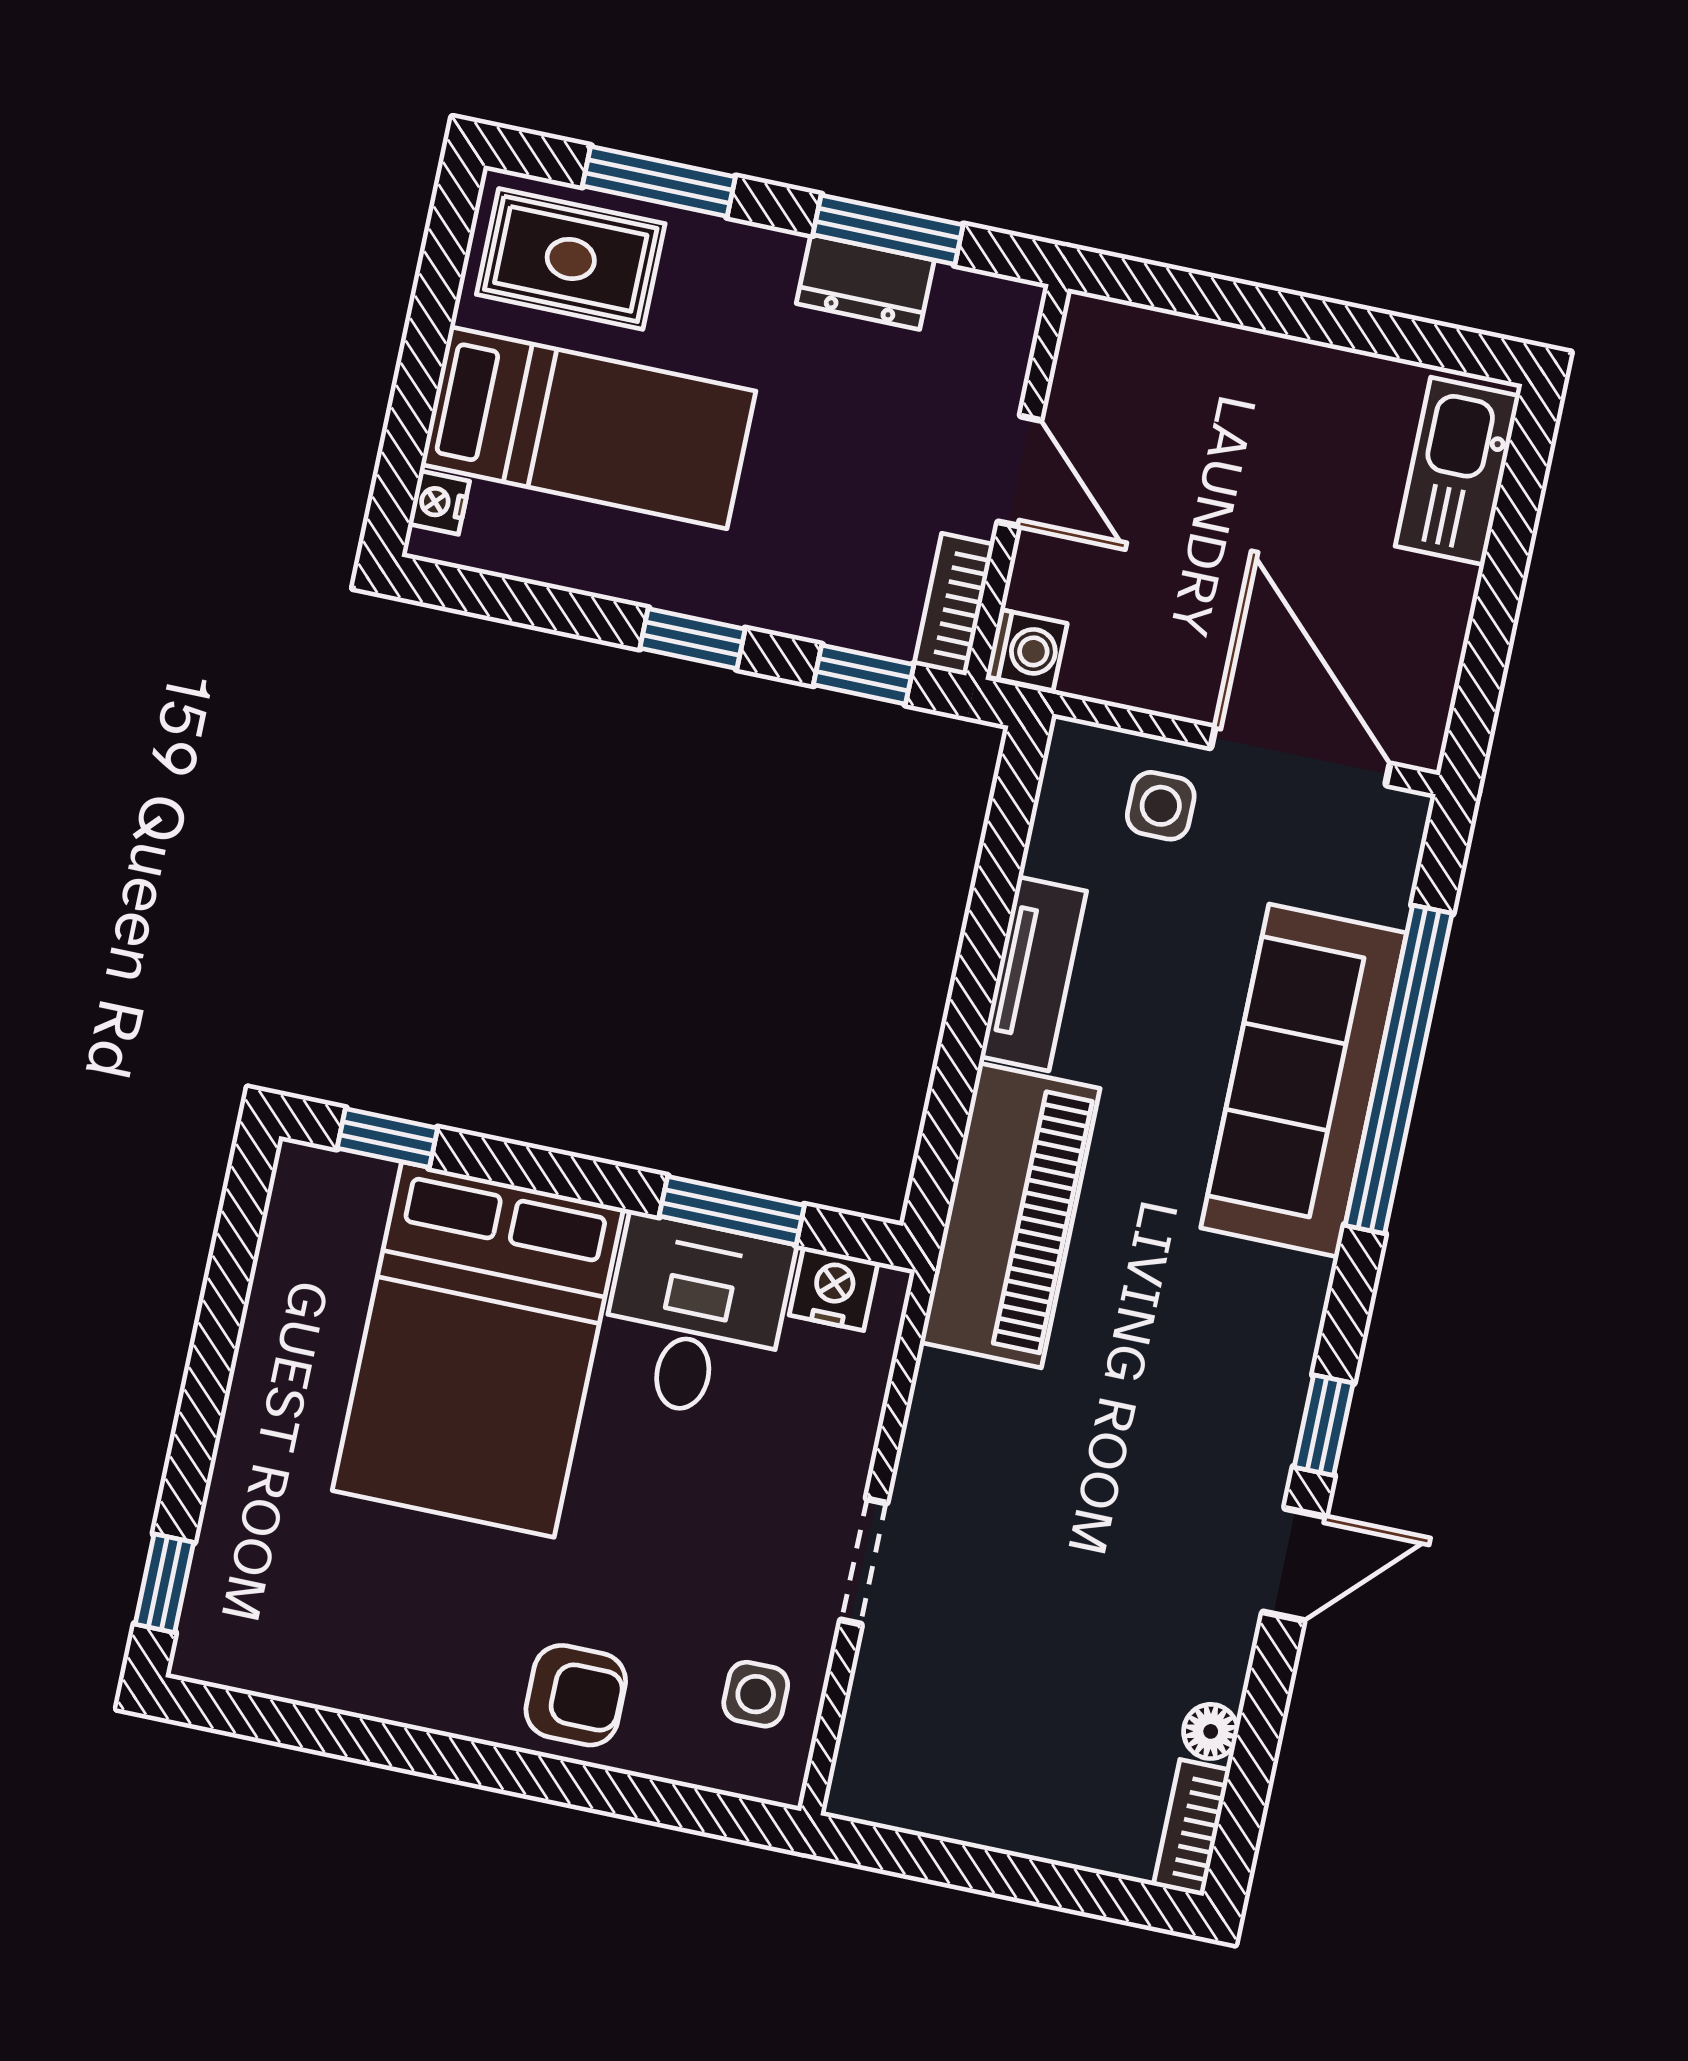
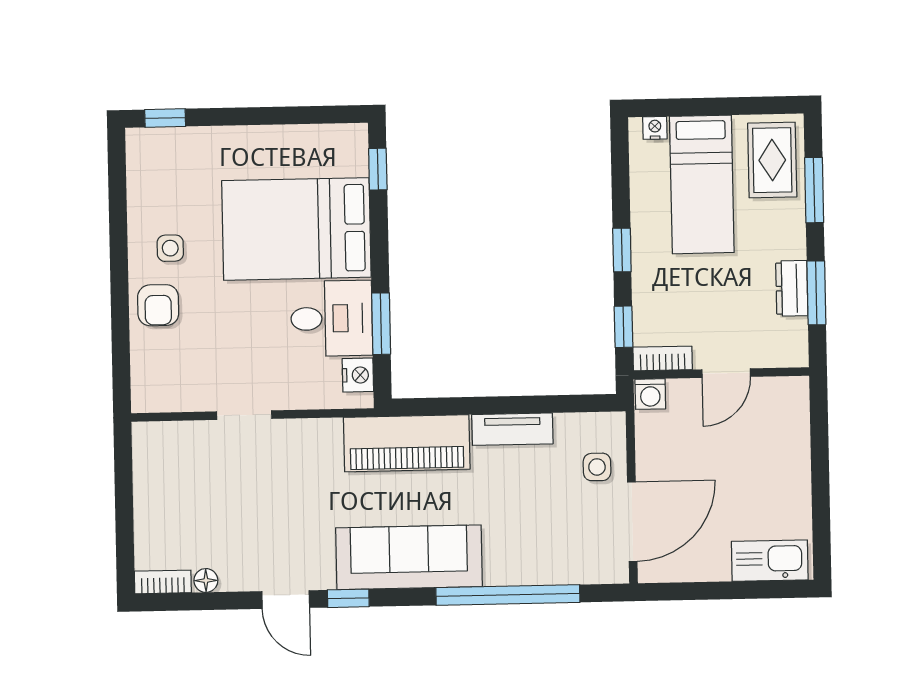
sofa: (1304, 1080) -> (409, 557), moved
side table: (756, 1694) -> (170, 248), moved

